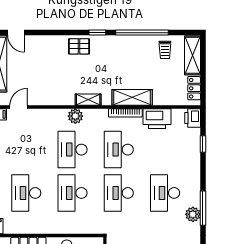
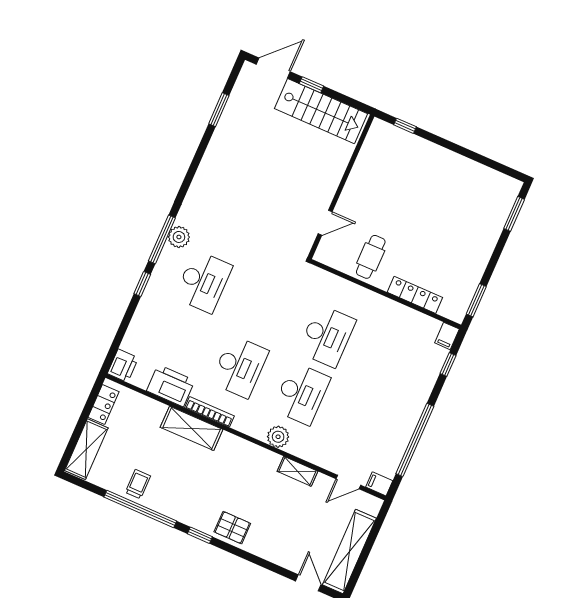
trolley: (165, 50) -> (138, 484), moved
shelving: (88, 100) -> (297, 471), moved
window: (203, 144) -> (142, 284), moved
desk: (26, 193) -> (389, 363), removed
desk: (119, 193) -> (265, 309), removed

